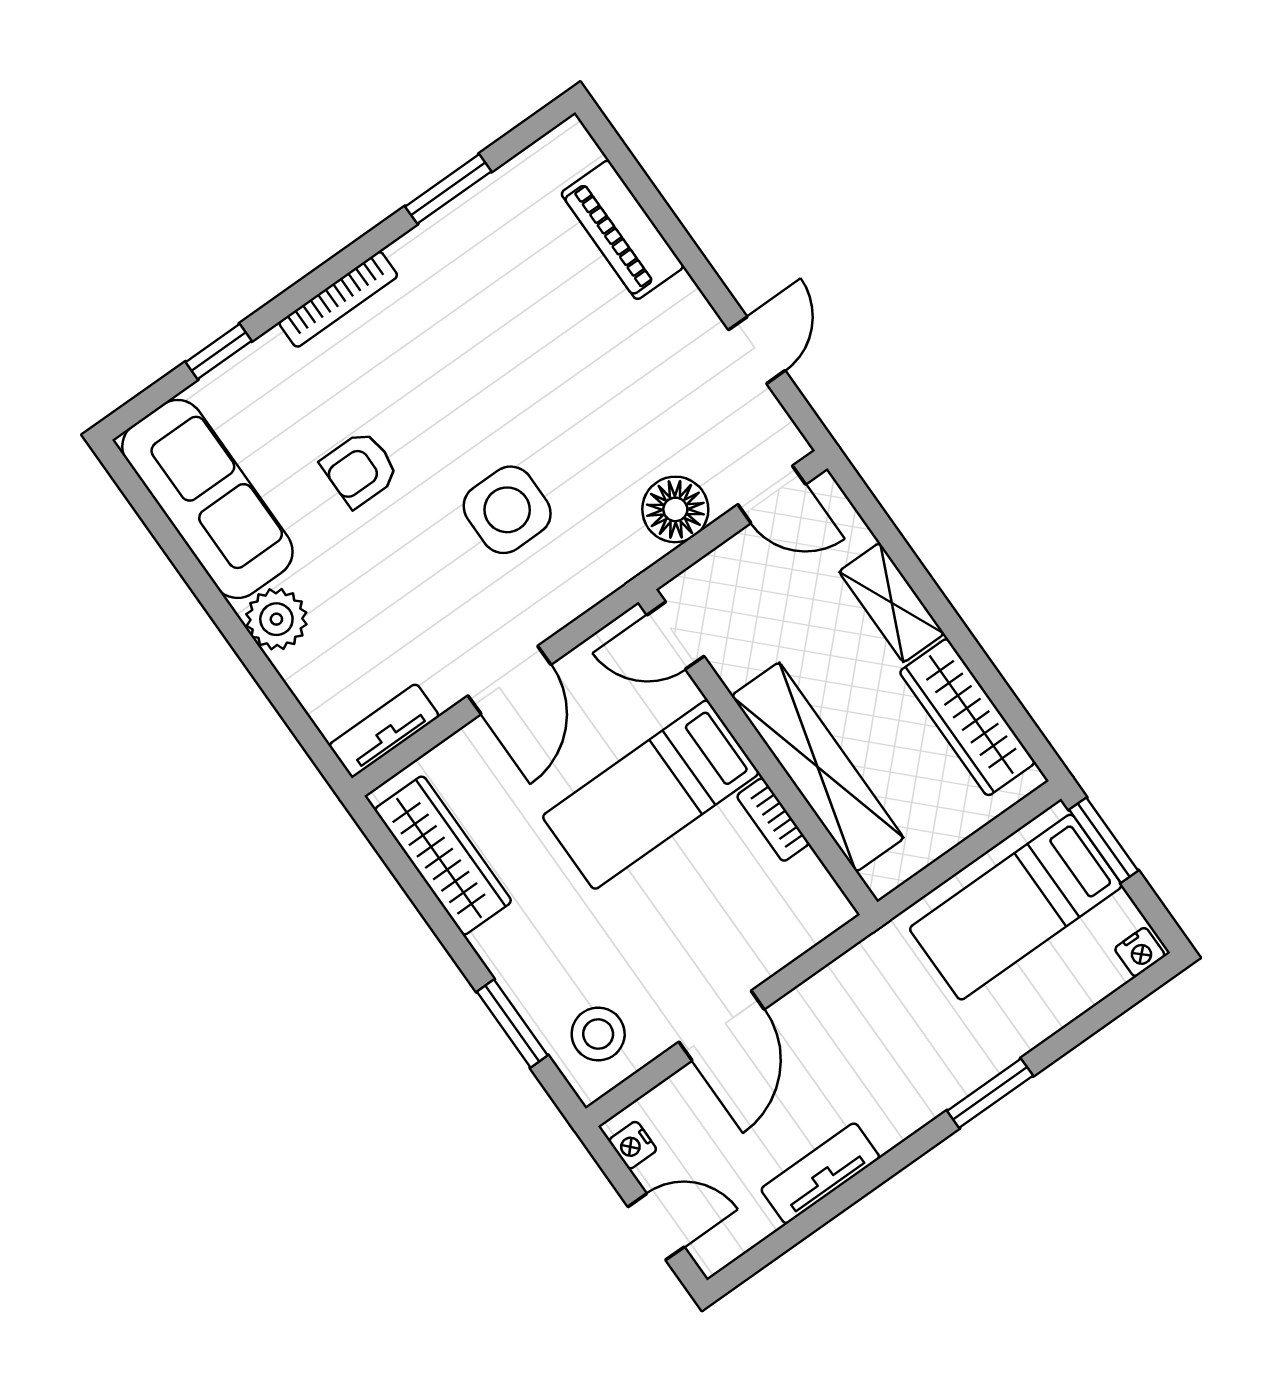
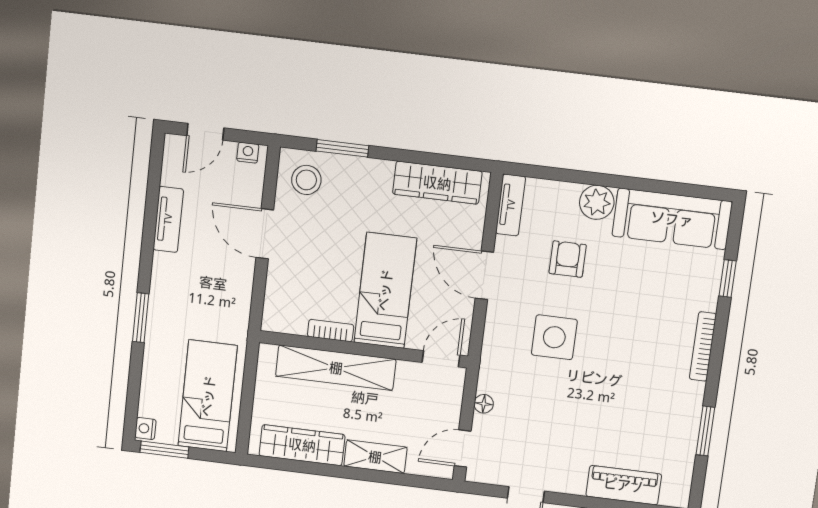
armchair: (360, 469) -> (568, 259), moved
floor lamp: (675, 509) -> (484, 404), width x0.53, depth x0.53
window: (1104, 840) -> (164, 450), moved

